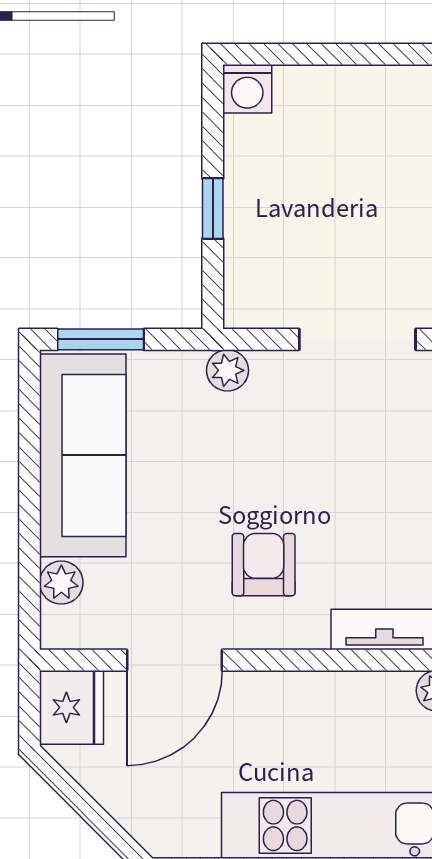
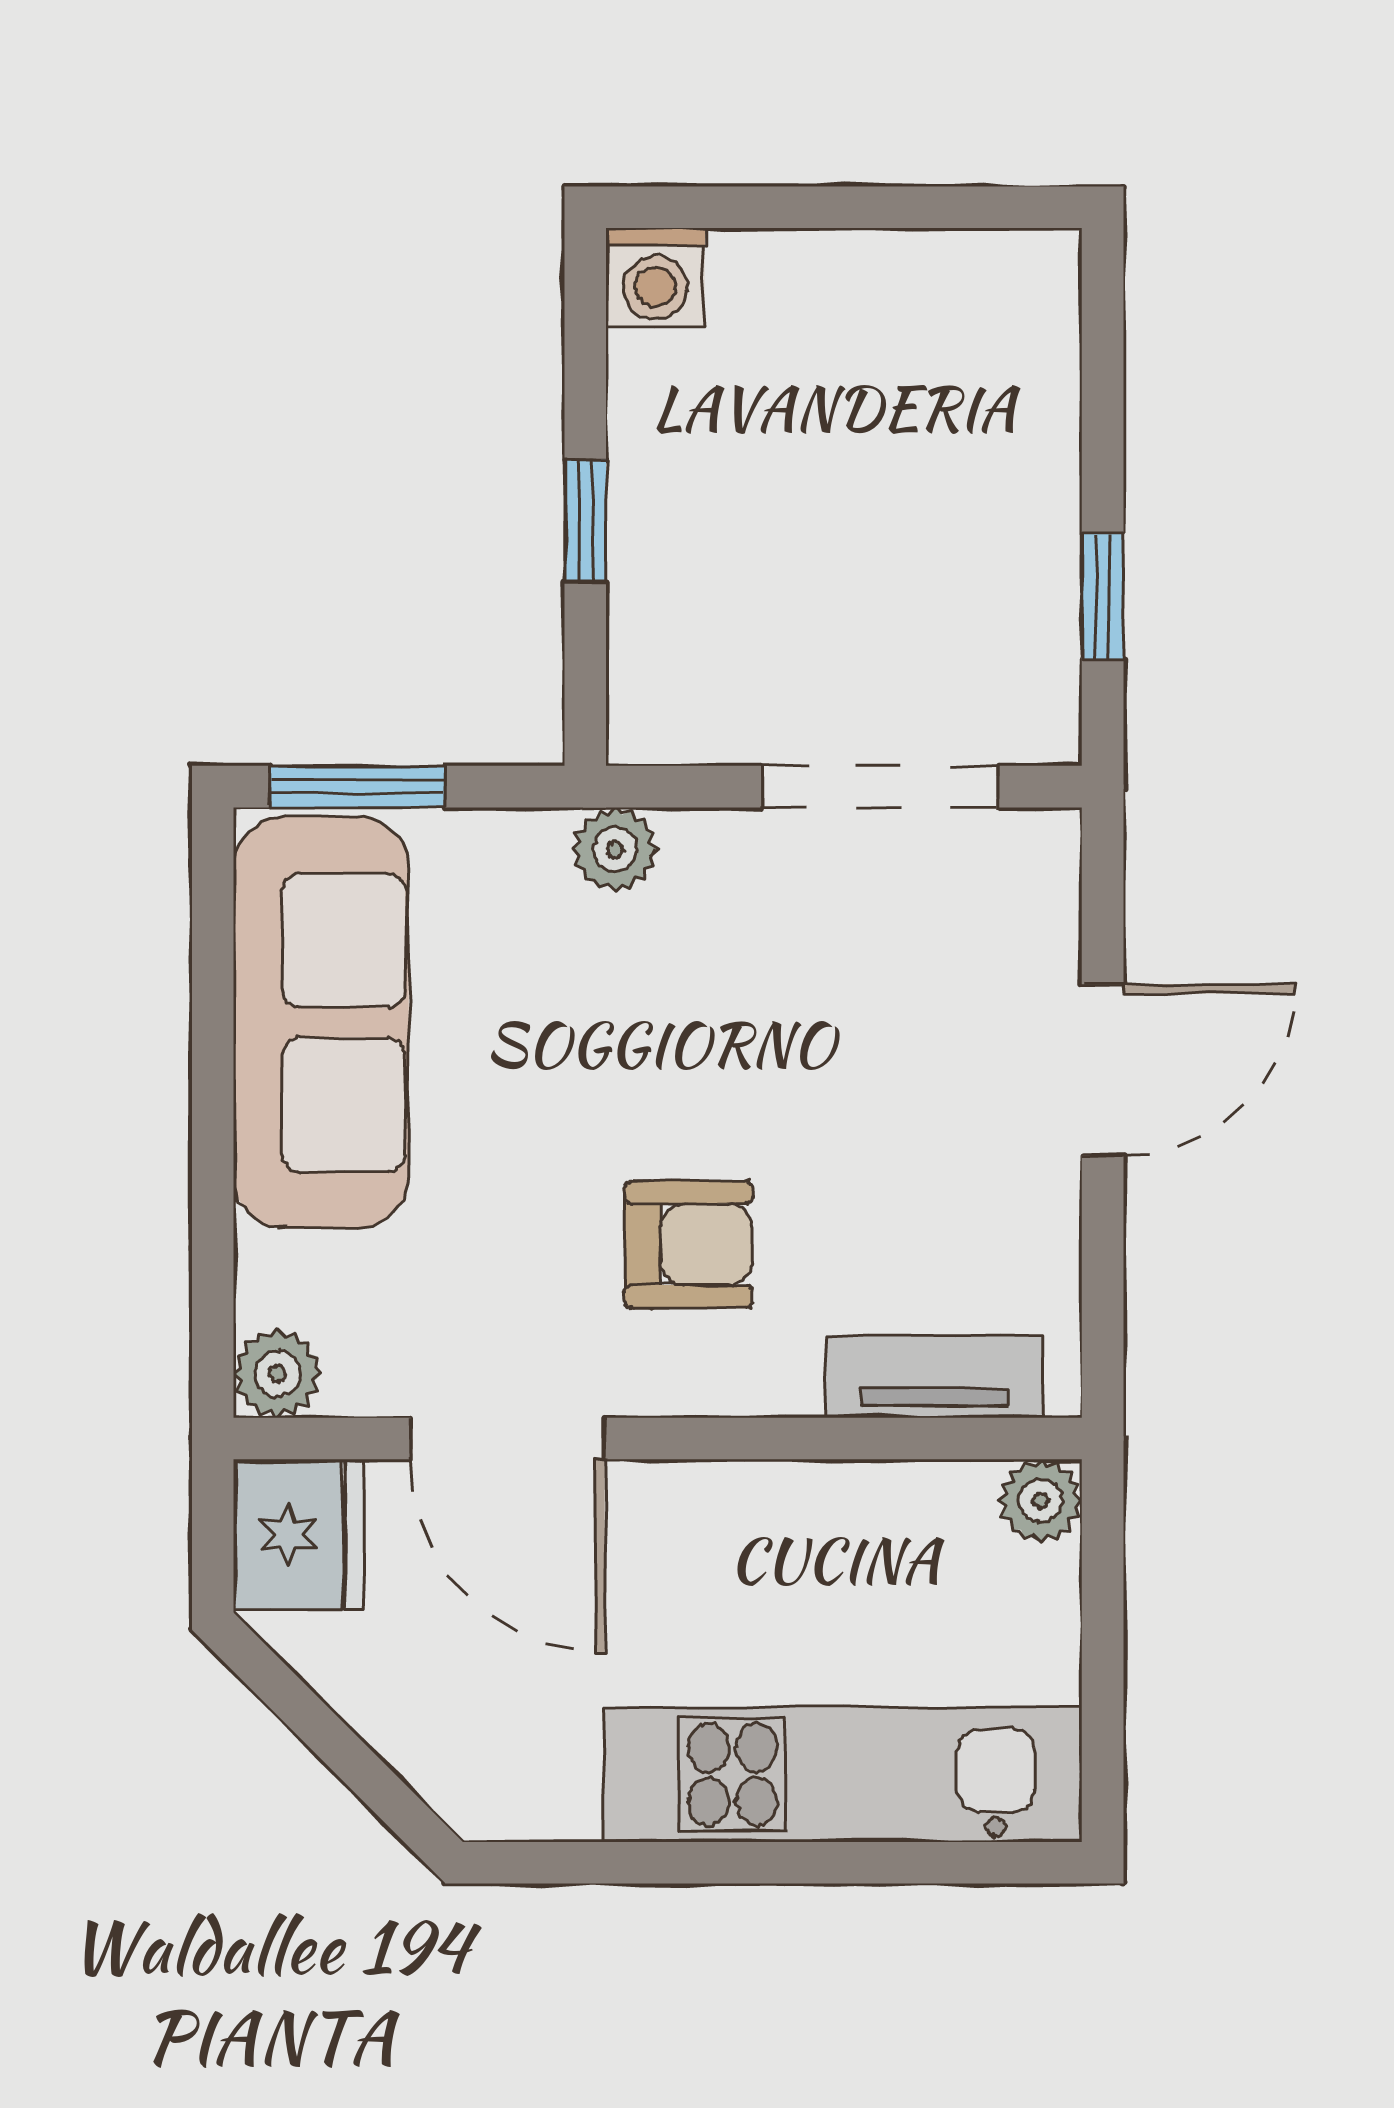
armchair: (264, 565) -> (689, 1244), turned 90
plant: (61, 583) -> (278, 1374), moved
door: (174, 660) -> (508, 1439), hinge flipped

